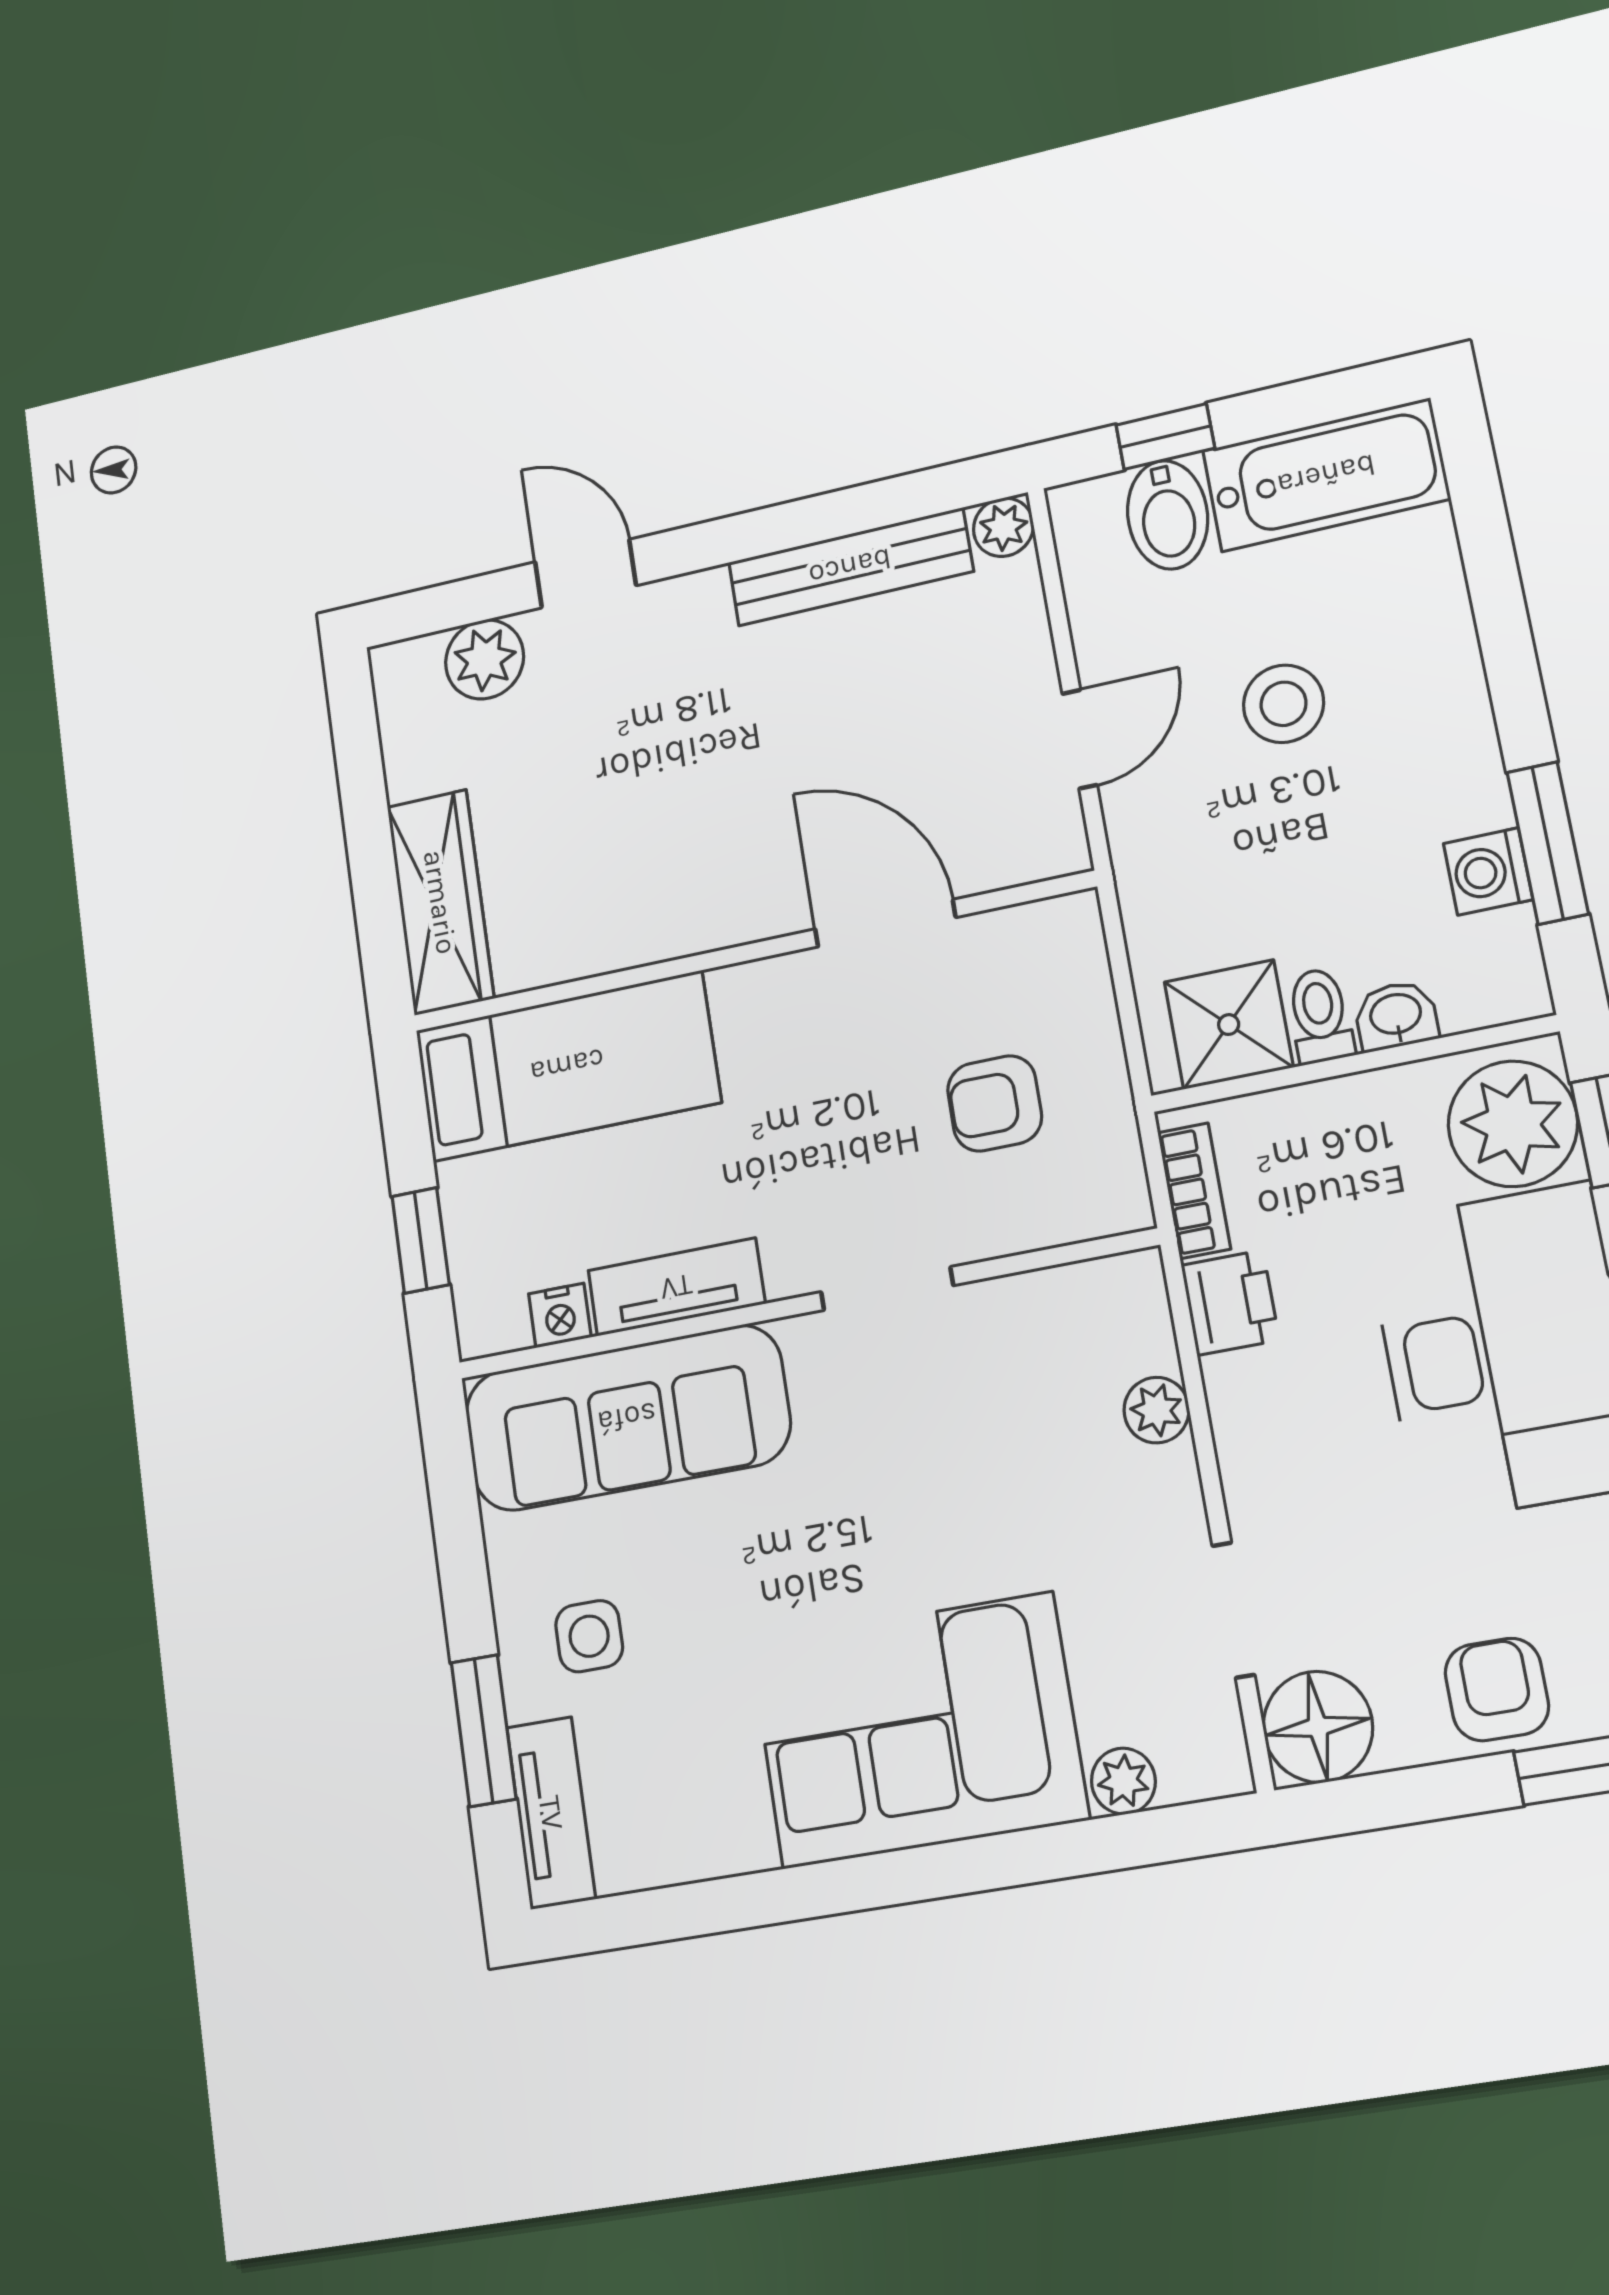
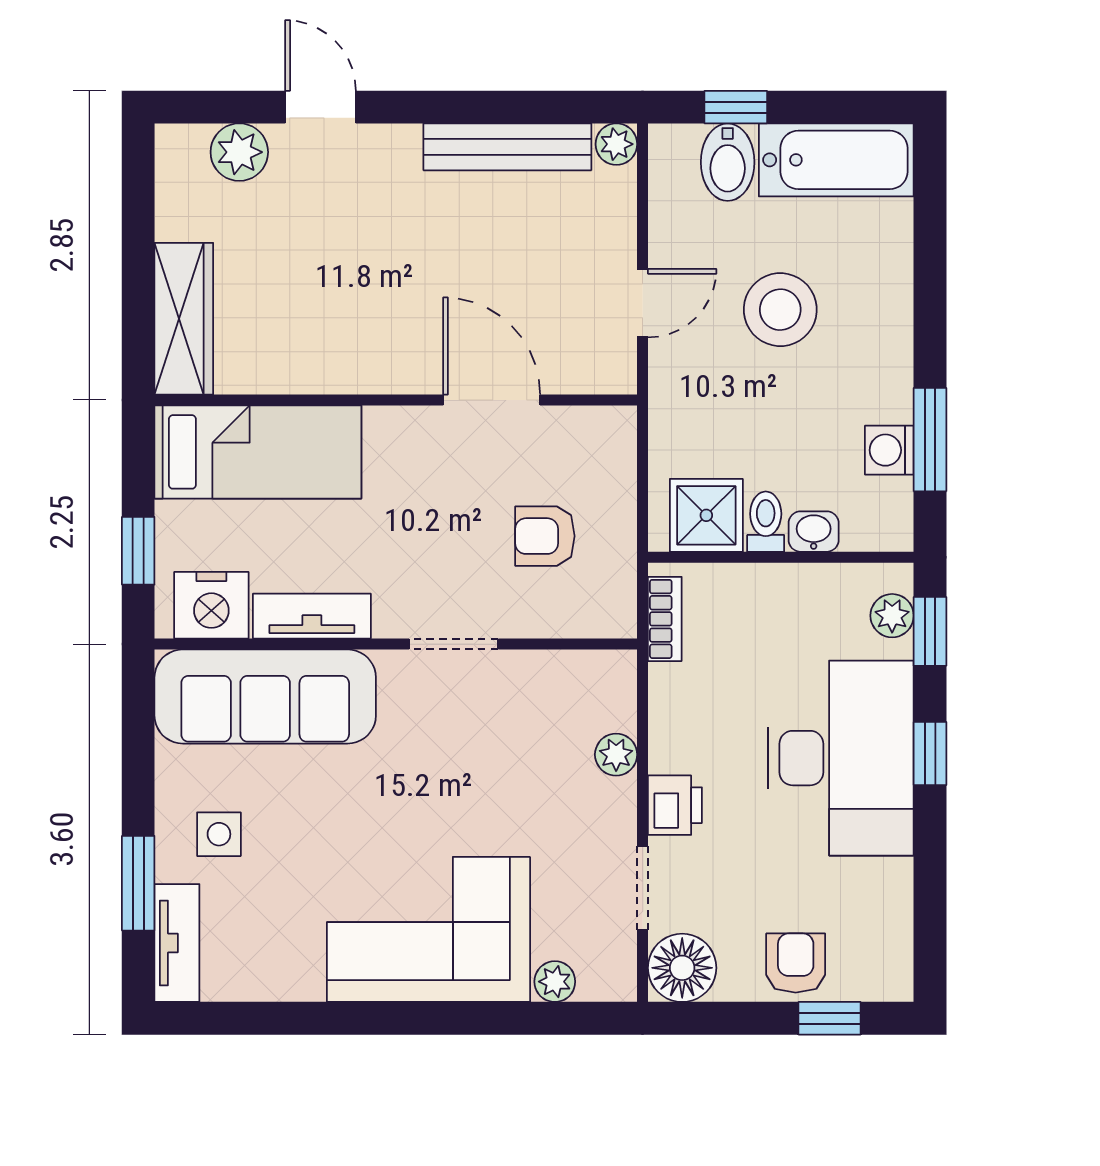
stool: (1284, 704) -> (780, 310), width x1.38, depth x1.38
plant: (1513, 1124) -> (892, 616), width x0.53, depth x0.53
printer: (1230, 1303) -> (675, 805), moved
nightstand: (560, 1315) -> (211, 605), width x1.89, depth x1.79

